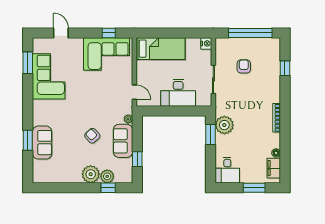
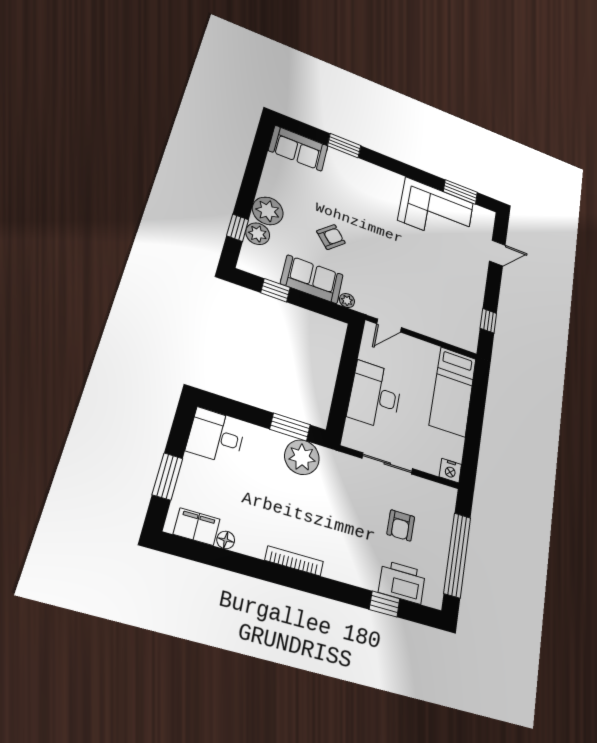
corner sofa: (107, 54) -> (457, 306), removed
printer: (272, 61) -> (402, 582), added
armchair: (244, 66) -> (401, 525), turned 90
sofa: (42, 143) -> (298, 148), moved

